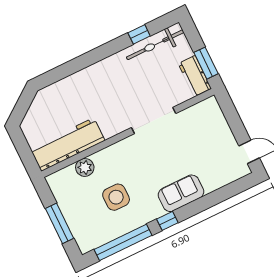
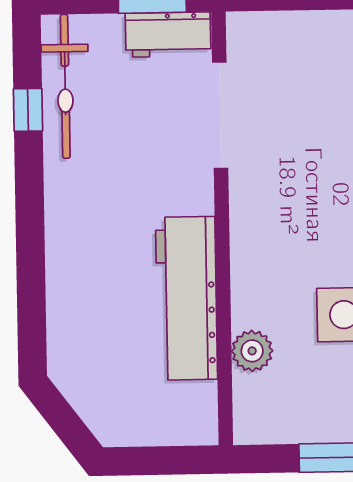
doorway: (154, 121) -> (220, 115), moved
workbench: (68, 144) -> (187, 298), moved

